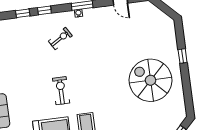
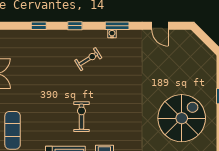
window: (23, 13) -> (39, 26), moved
spiral stairs: (151, 80) -> (182, 118), turned 90

